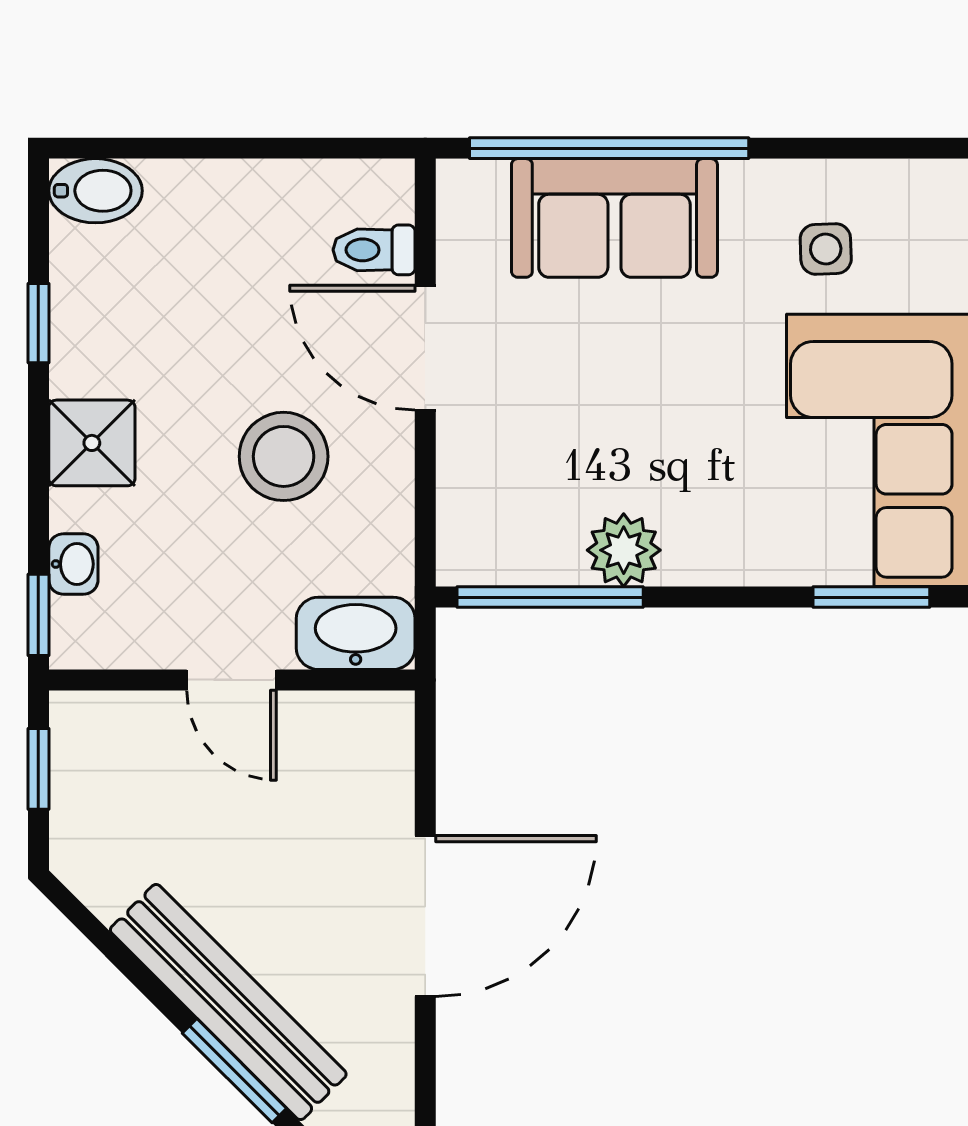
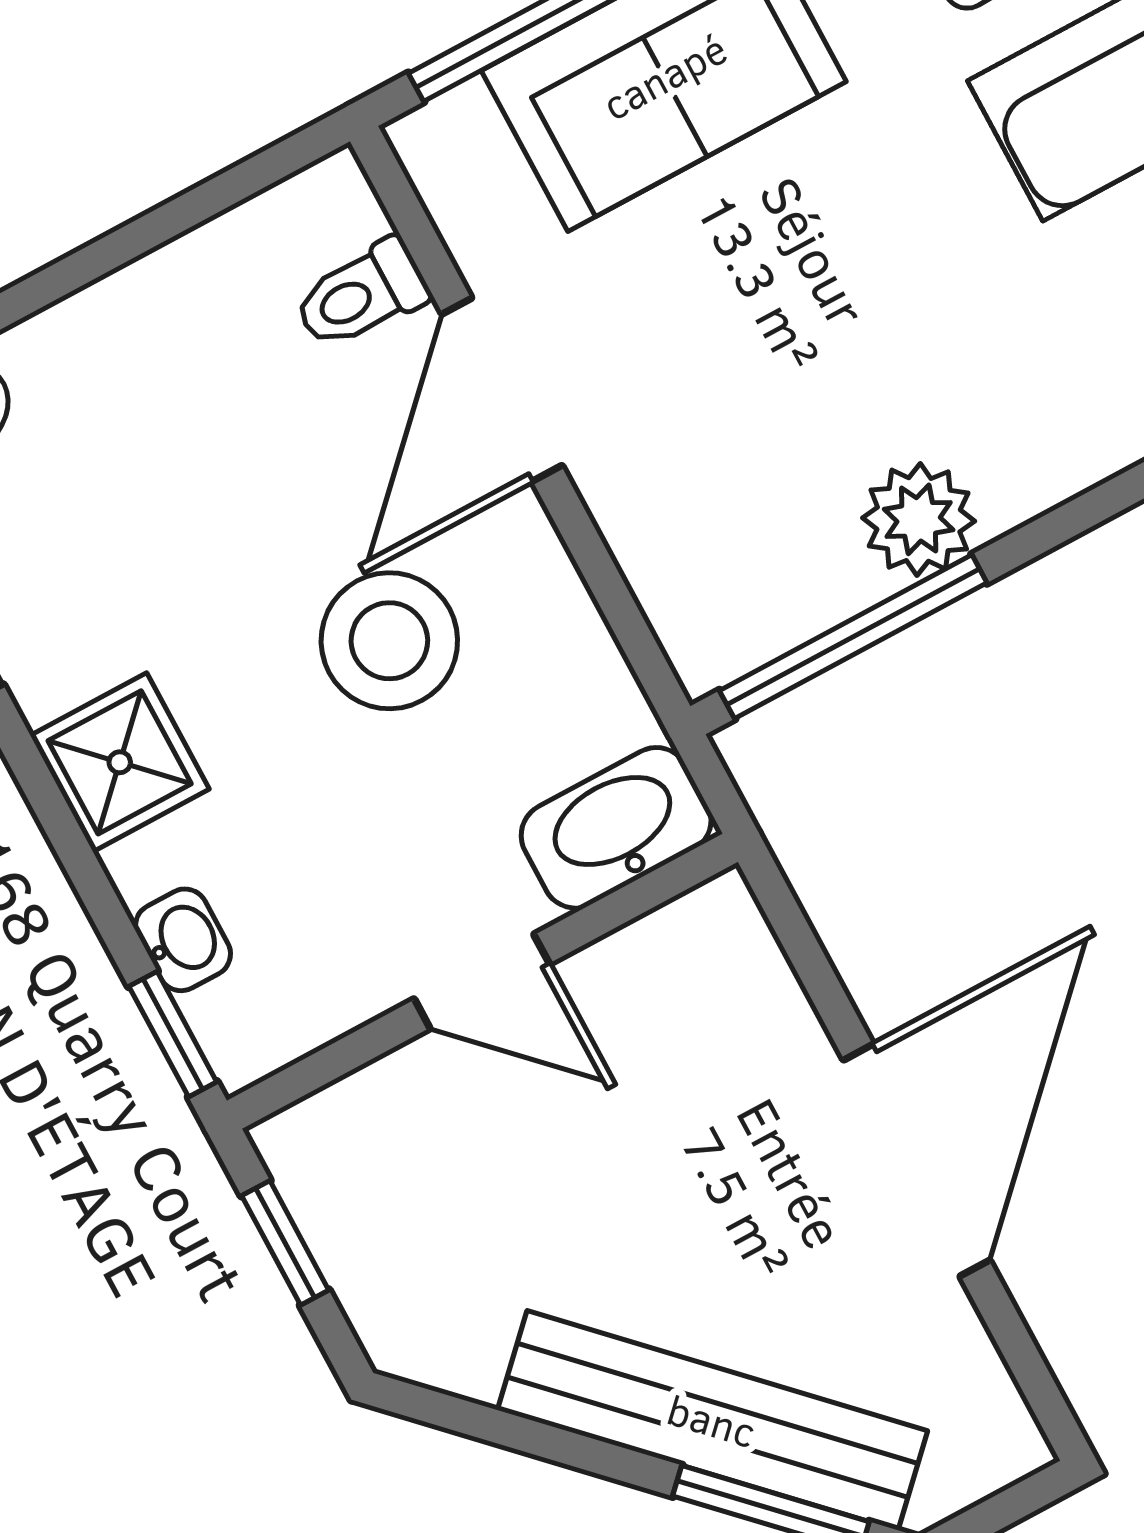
door: (425, 348) -> (502, 390), hinge flipped

